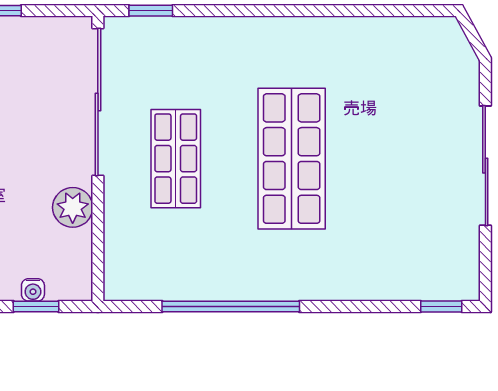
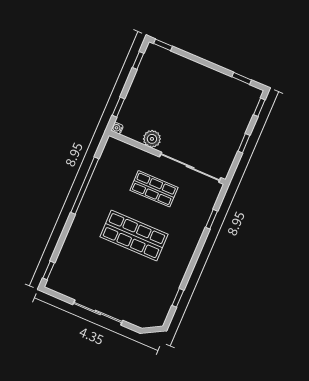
window: (151, 11) -> (211, 219), moved
window: (383, 11) -> (178, 298), added
water cooler: (33, 290) -> (117, 128), moved

